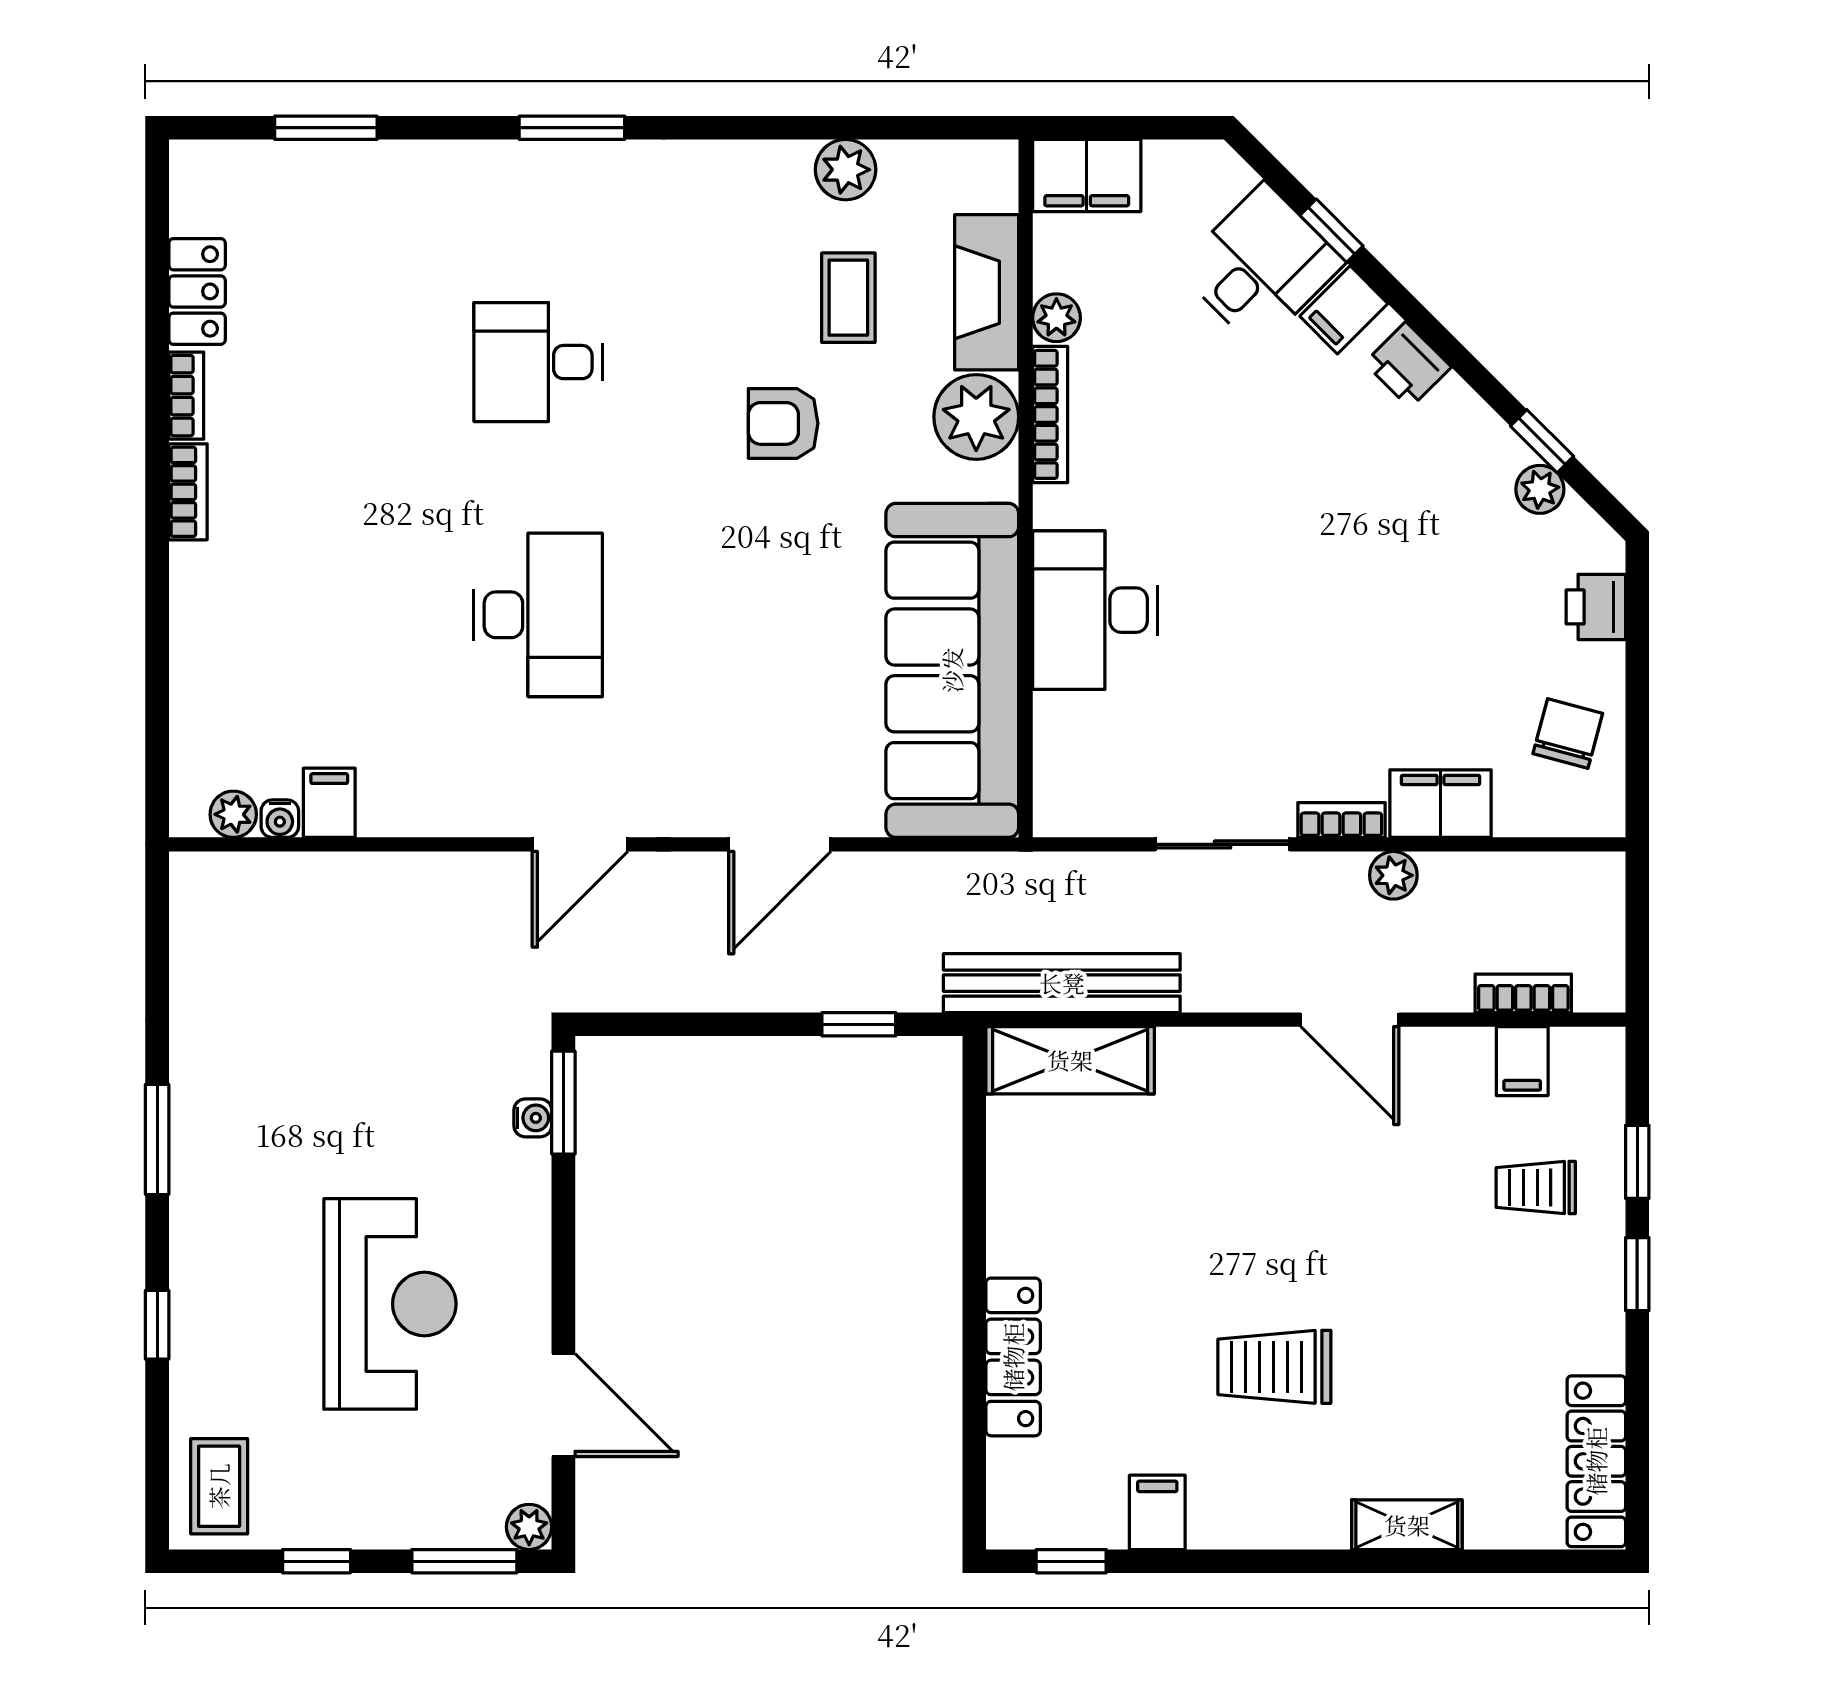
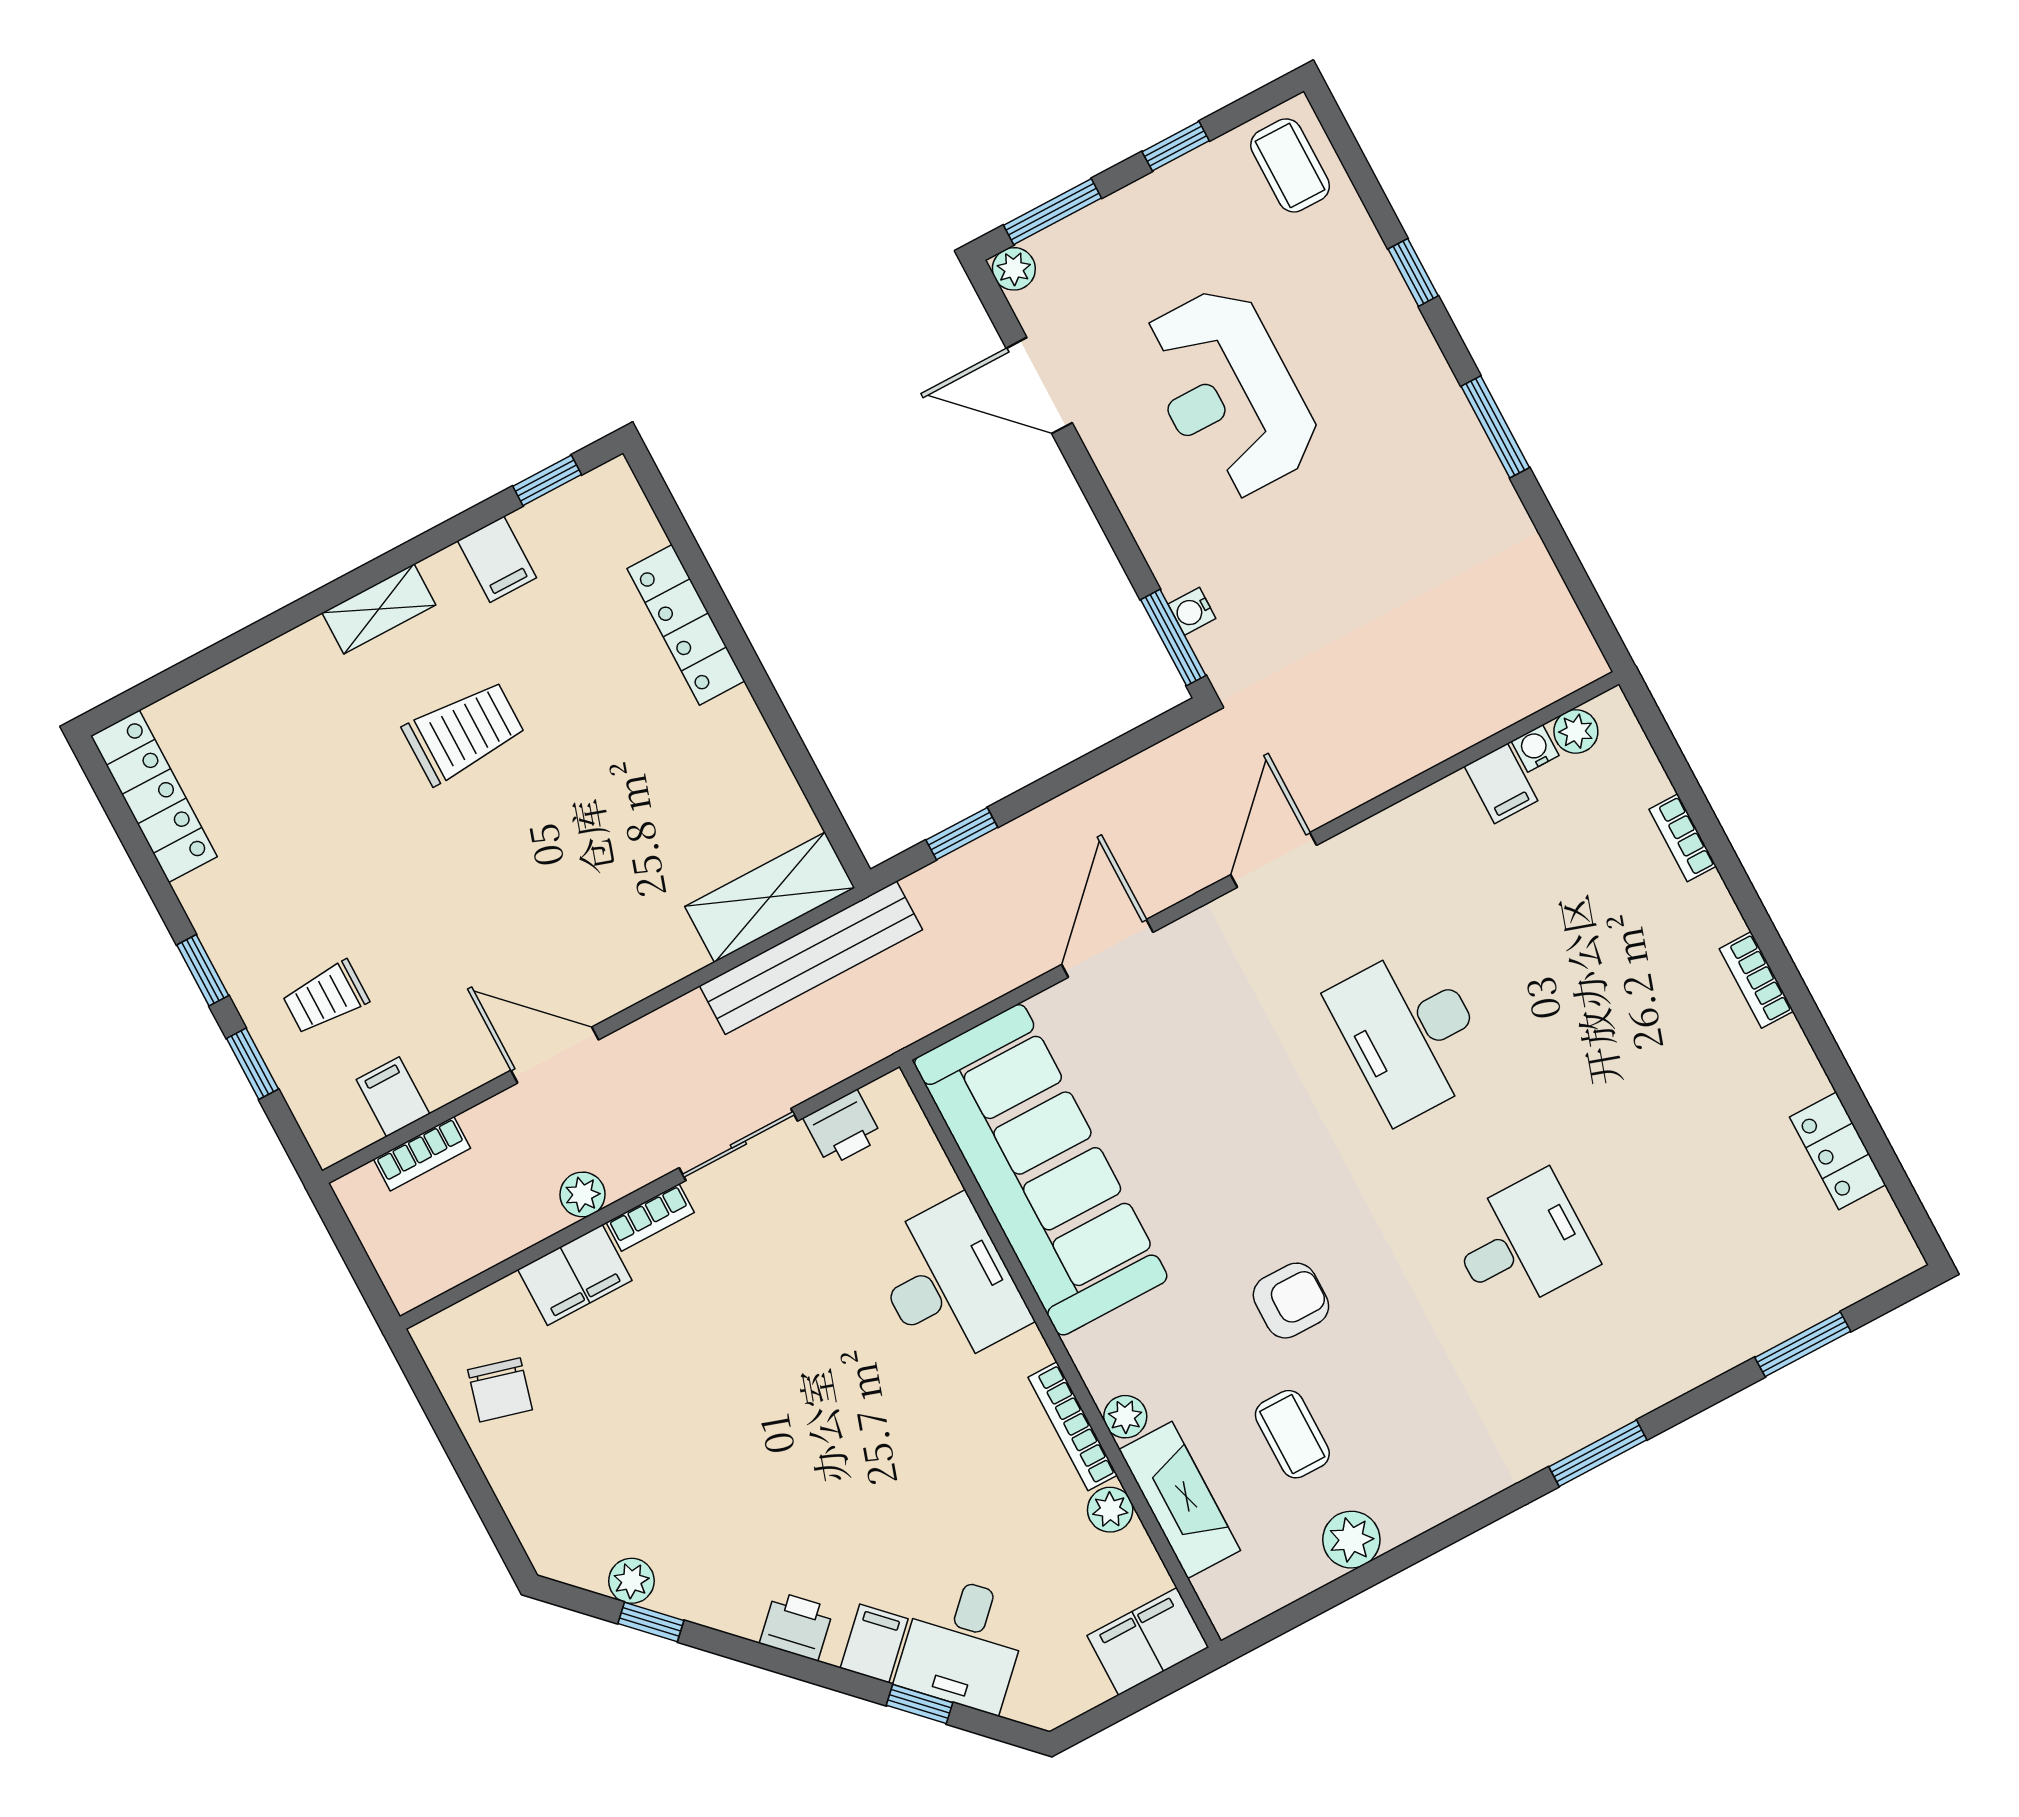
bookcase: (186, 396) -> (1683, 838), moved
plant: (976, 417) -> (1125, 1417), width x0.53, depth x0.53
printer: (1596, 607) -> (843, 1128), moved, turned 90
trolley: (1536, 1187) -> (326, 997), turned 180
shelving: (1407, 1525) -> (379, 609), moved

